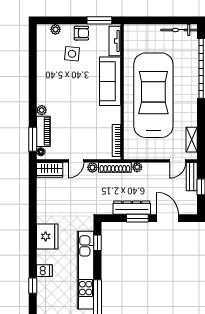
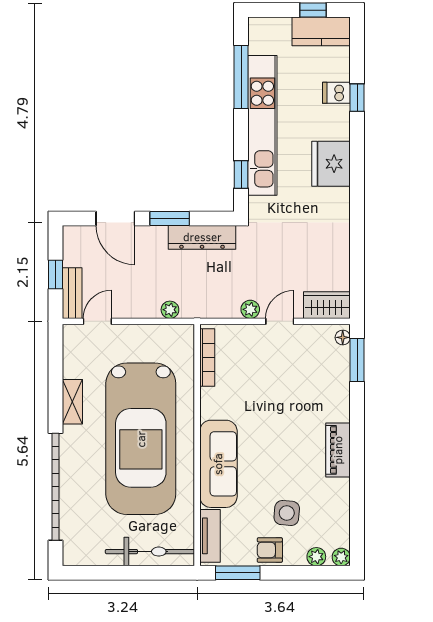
bicycle: (179, 30) -> (150, 552), moved, width x1.37, depth x1.40
plant: (42, 110) -> (341, 557), moved
piano: (43, 131) -> (338, 450), moved
shelving: (192, 140) -> (72, 402), moved
shoe rack: (115, 167) -> (210, 309), removed
dresser: (132, 208) -> (202, 237), moved
fridge: (47, 236) -> (331, 164), moved
dishwasher: (44, 271) -> (336, 93), moved

